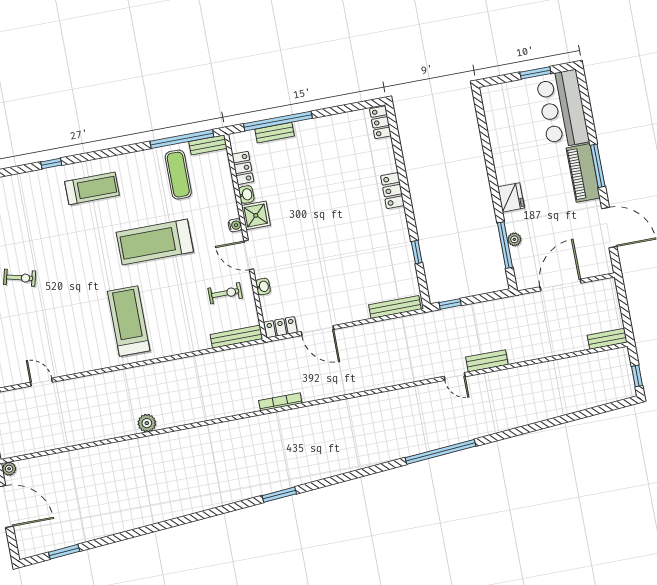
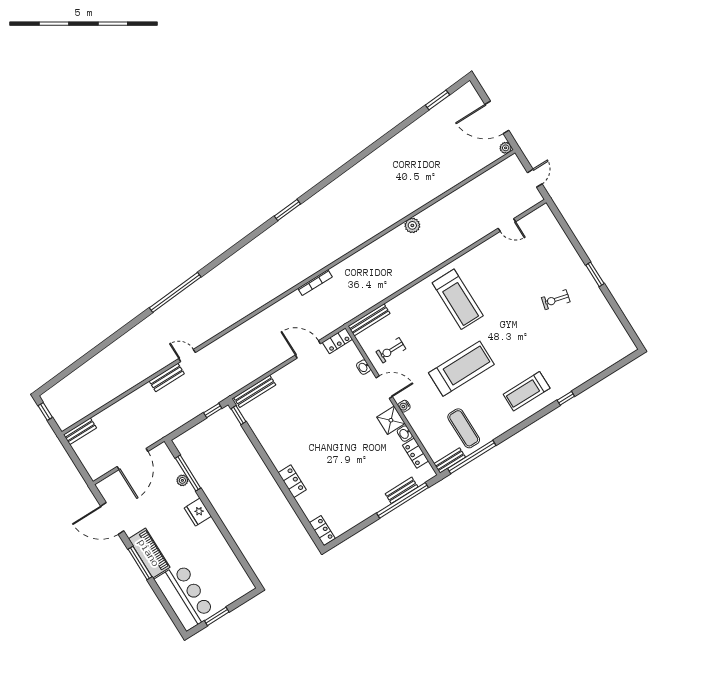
window: (417, 252) -> (239, 415), moved

